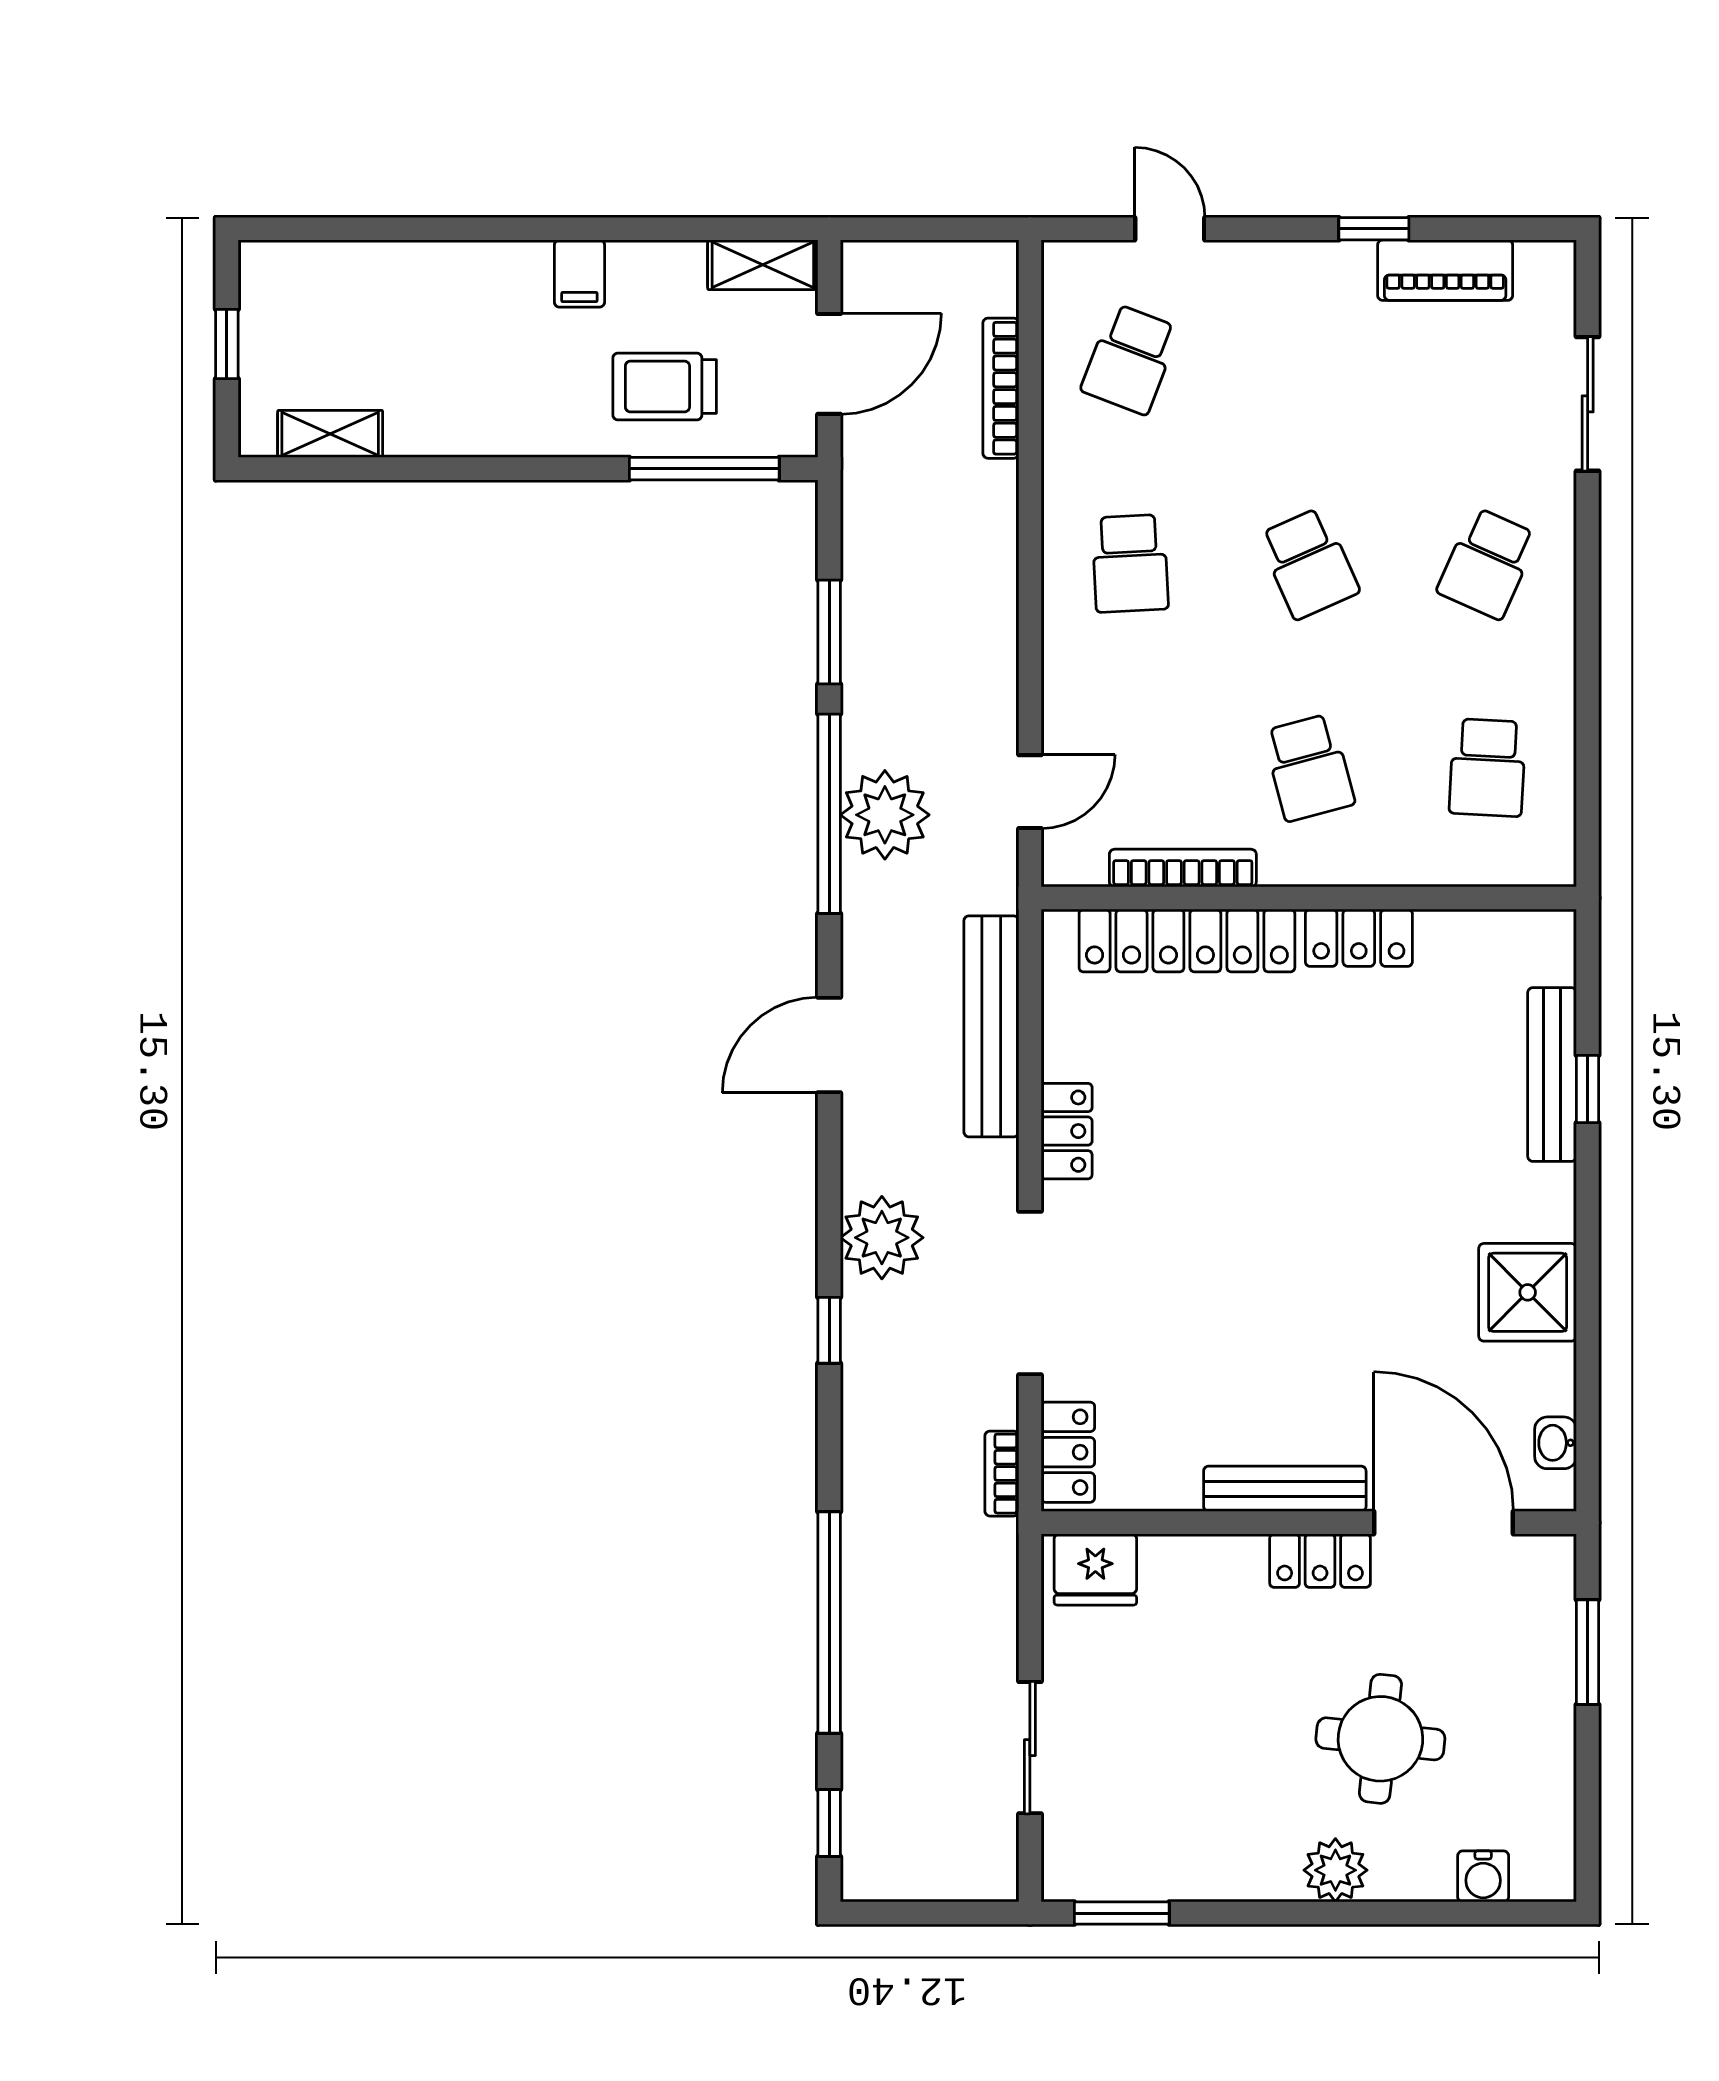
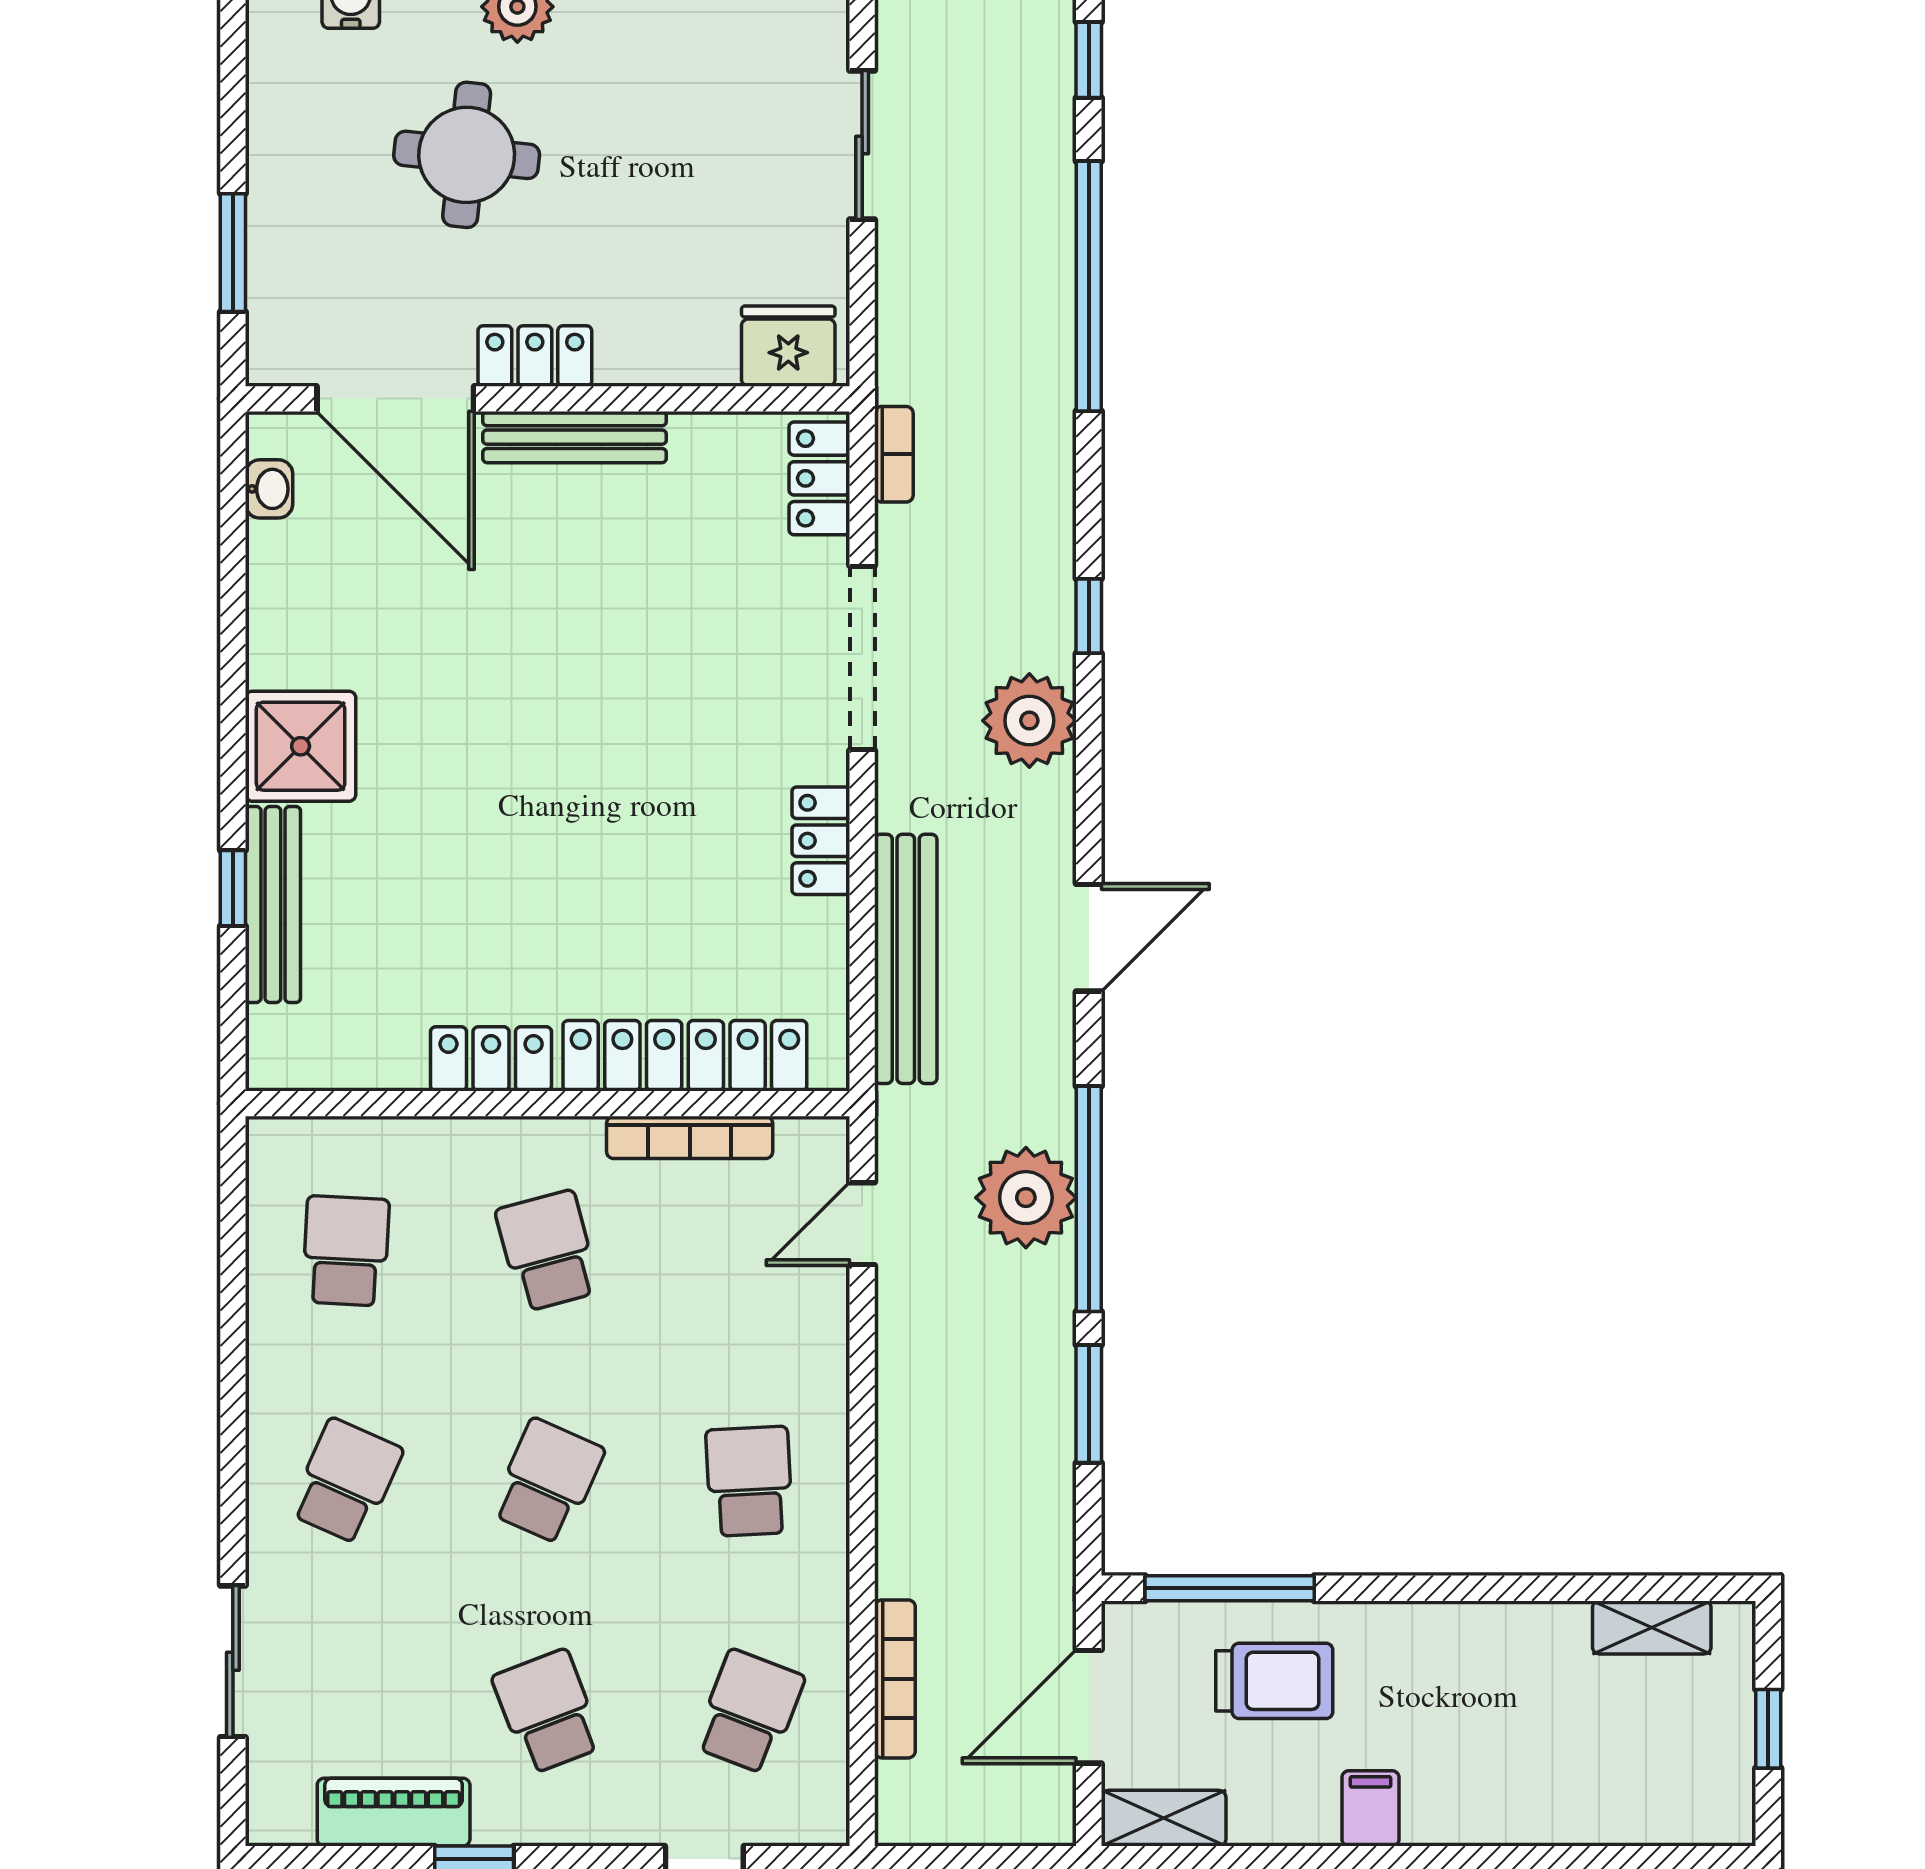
school desk: (1309, 359) -> (548, 1712), added
school desk: (1309, 563) -> (548, 1481), turned 48
shower: (1528, 1292) -> (301, 746), moved

